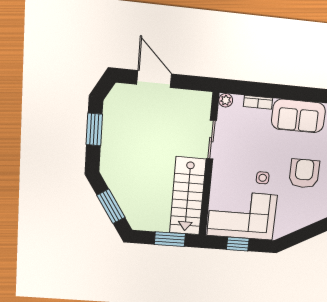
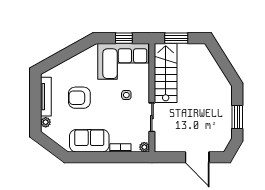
armchair: (304, 174) -> (79, 98), turned 90
side table: (263, 178) -> (126, 95), moved
window: (111, 206) -> (222, 60), removed

